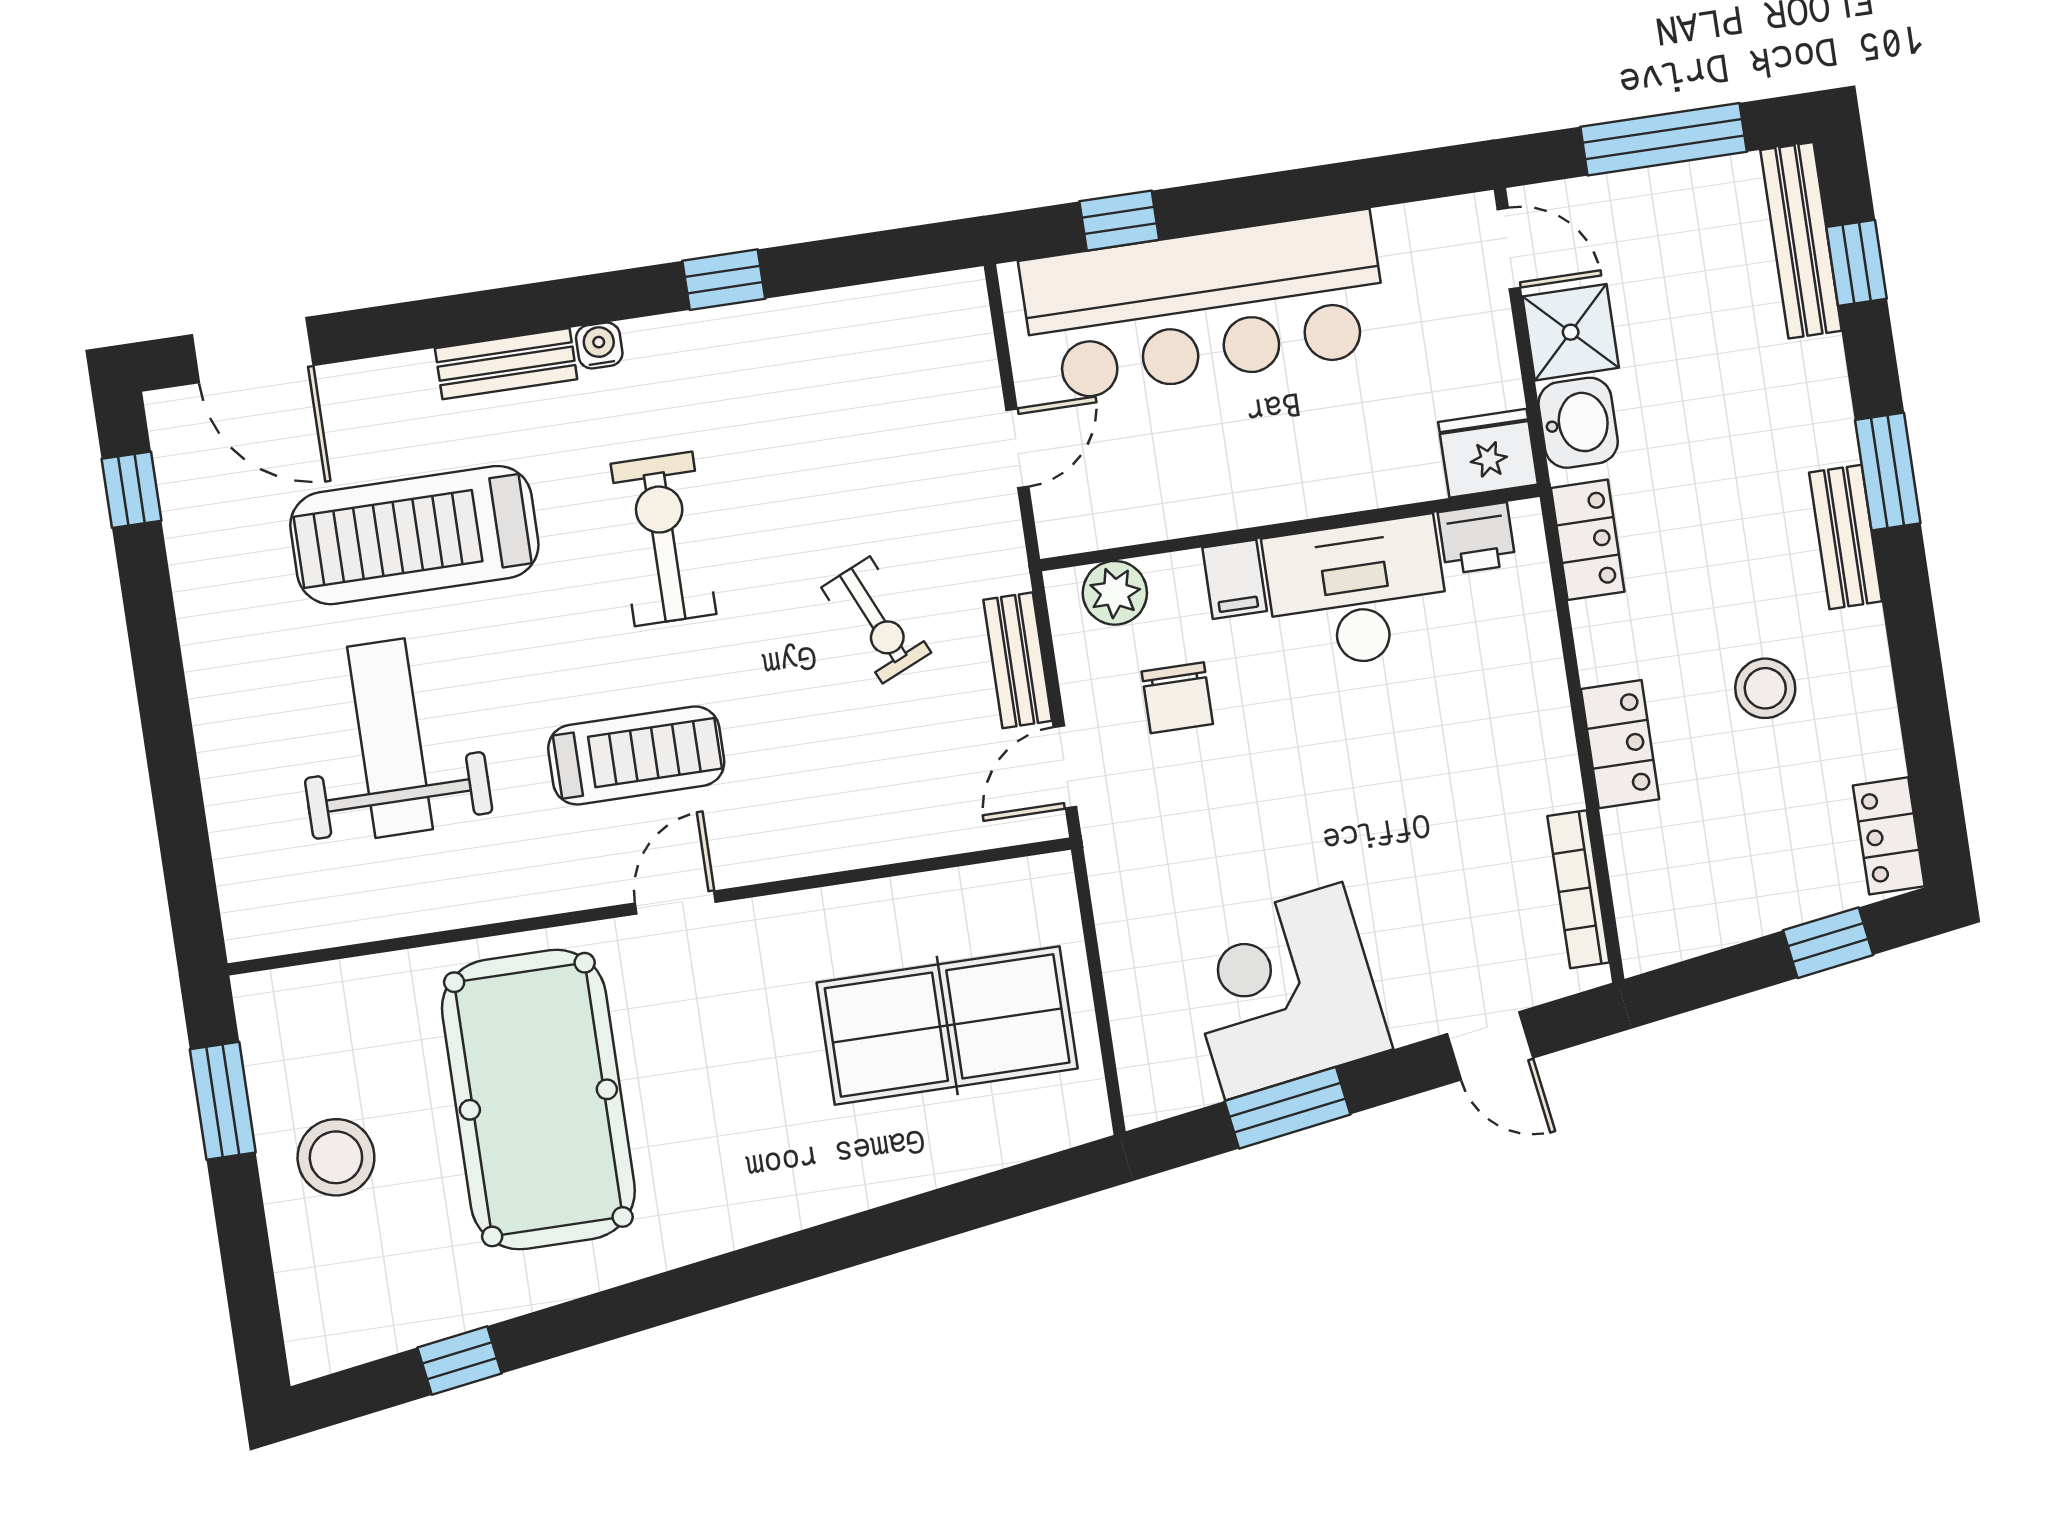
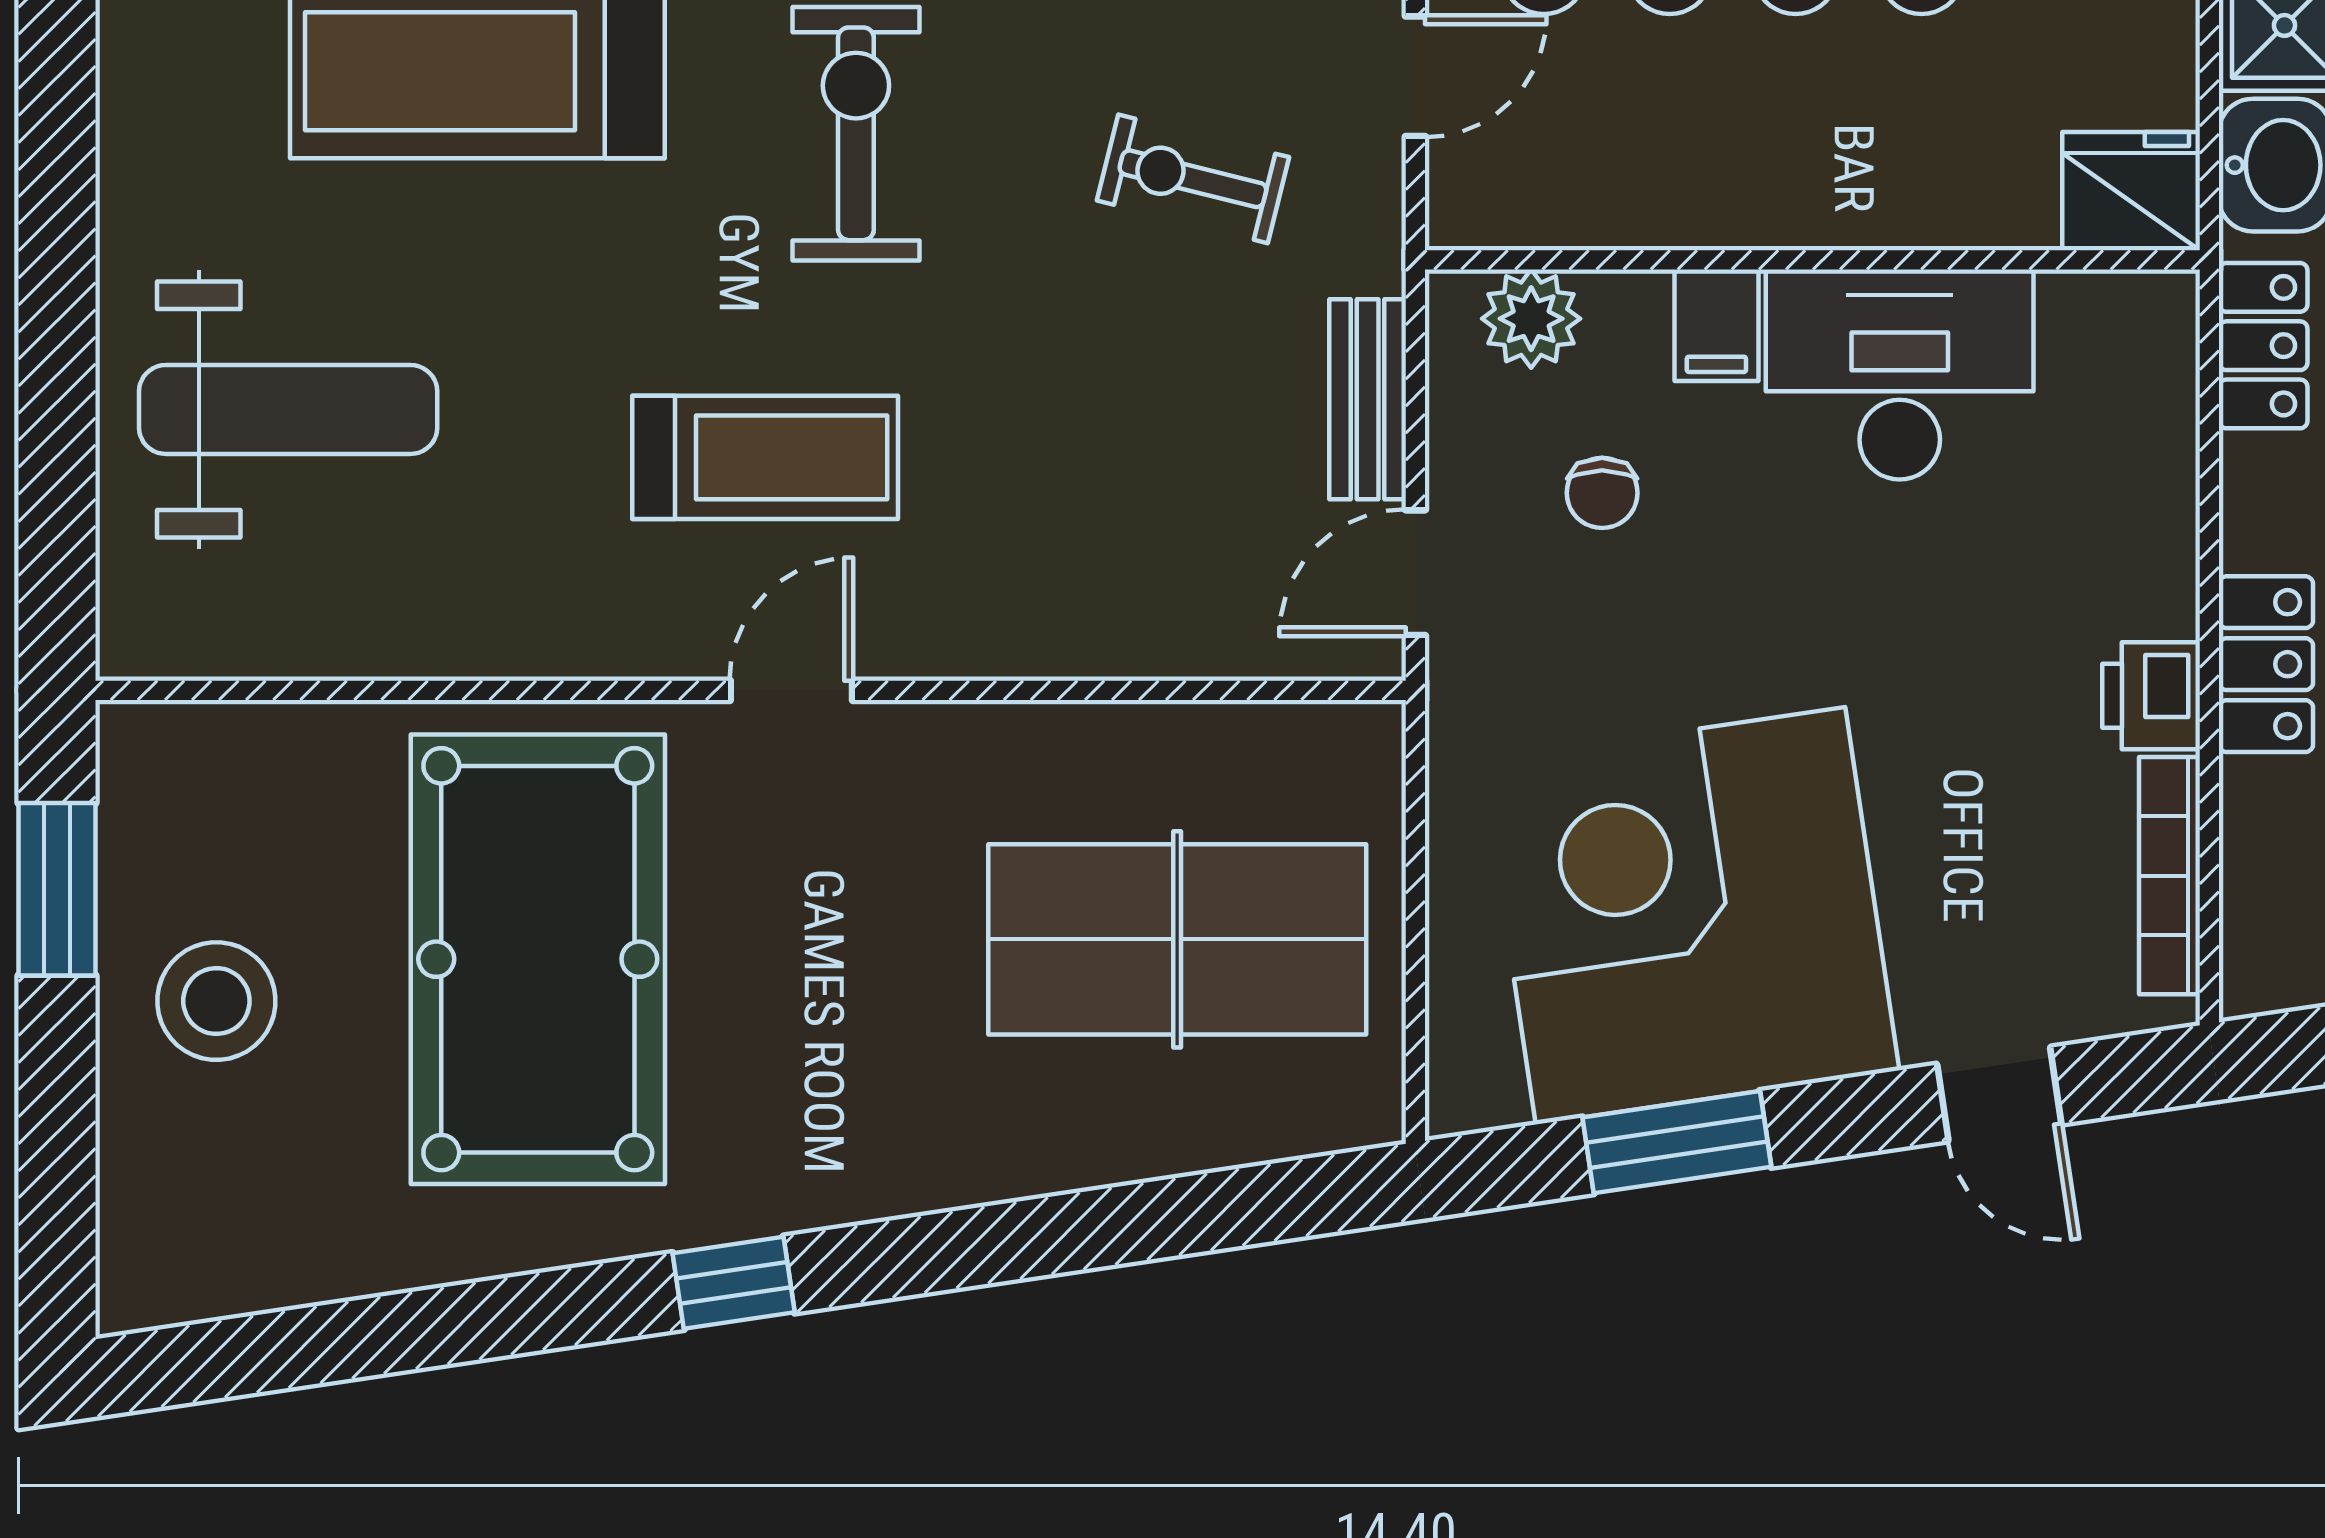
printer: (1477, 538) -> (2151, 696), moved, turned 90
exercise bike: (876, 620) -> (1193, 179), moved, turned 128
chair: (1177, 698) -> (1602, 493), width x0.73, depth x0.73
weight bench: (390, 738) -> (288, 409), moved, turned 90
corner desk: (1284, 991) -> (1690, 916), width x1.36, depth x1.36
window: (460, 1361) -> (734, 1283), moved

